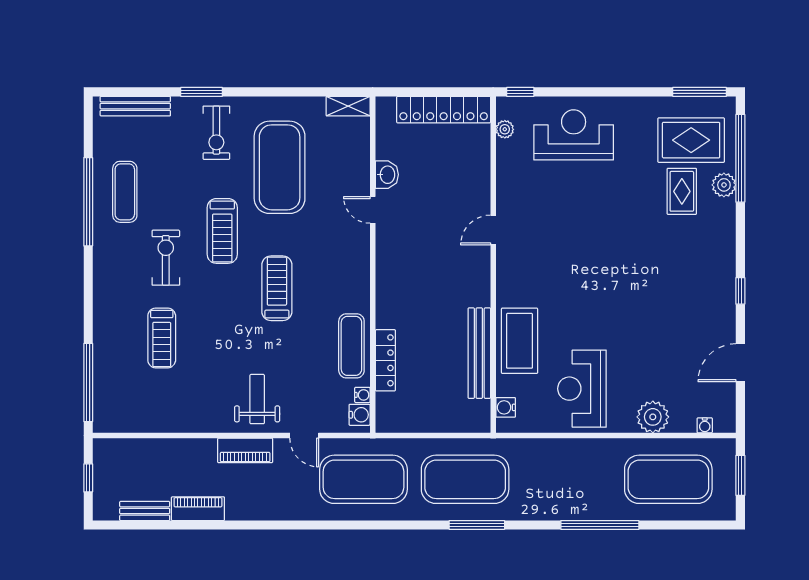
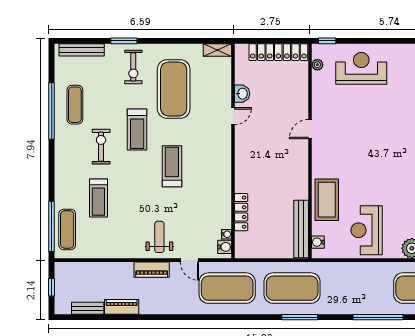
door: (373, 210) -> (233, 116), swing flipped
exercise mat: (351, 346) -> (67, 229), moved
bench: (479, 353) -> (301, 229), moved

